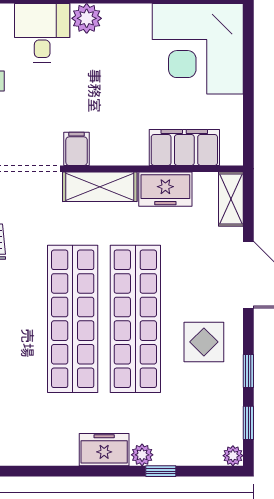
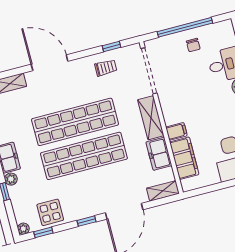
filing cabinet: (77, 149) -> (176, 131), moved
display table: (204, 342) -> (50, 212), moved
window: (248, 371) -> (87, 221), moved

